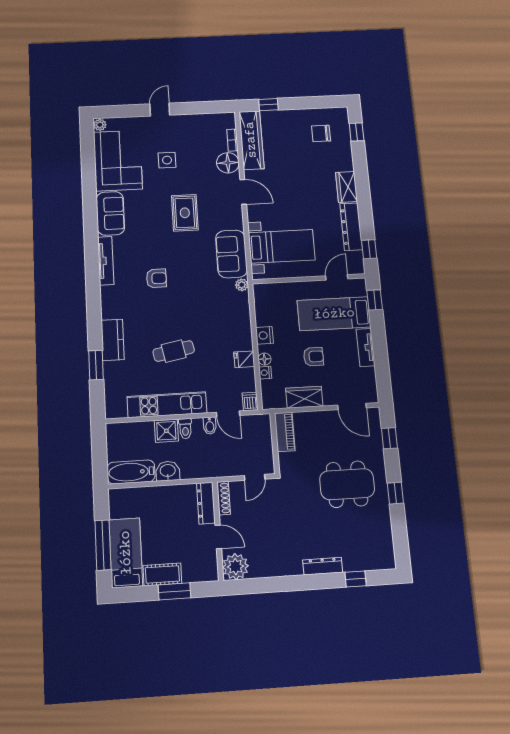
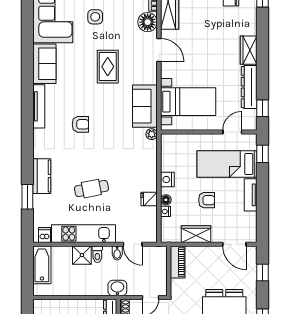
dishwasher: (250, 401) -> (45, 235), moved
washbasin: (168, 471) -> (117, 288), moved
bathtub: (131, 472) -> (42, 265), moved, turned 90

